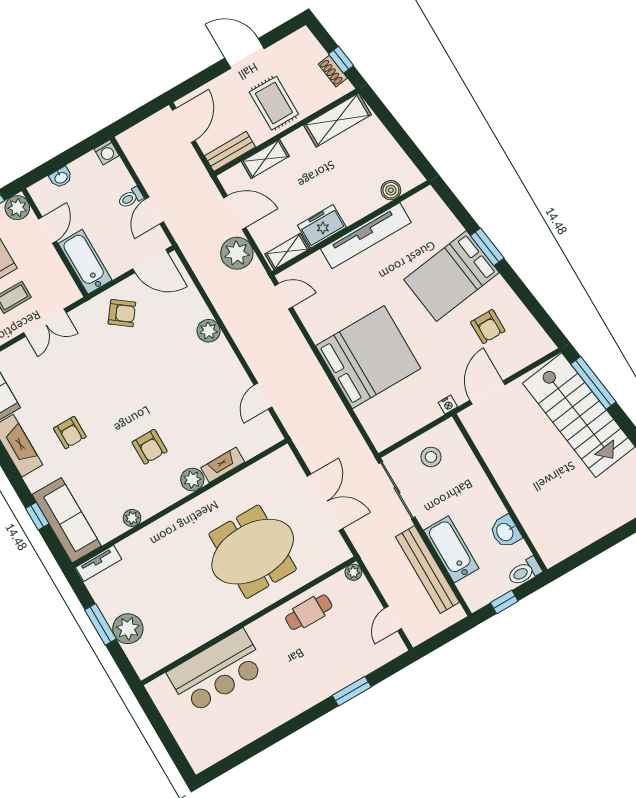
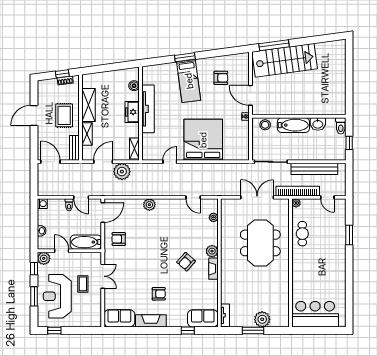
rug: (274, 103) -> (64, 115), turned 90
shelving: (337, 120) -> (88, 105), moved
freezer: (322, 226) -> (132, 112), moved
bed: (451, 276) -> (189, 81), width x0.67
door: (284, 296) -> (170, 162), moved
armchair: (122, 313) -> (119, 239), turned -127
armchair: (150, 447) -> (186, 262), turned 132
stool: (431, 457) -> (265, 125), moved
fireplace: (223, 465) -> (213, 269), moved
plant: (132, 518) -> (213, 217), moved
sofa: (67, 520) -> (203, 318), width x0.73
bathtub: (451, 549) -> (293, 125), moved, turned 180
bookcase: (375, 563) -> (298, 191), added
bar counter: (217, 671) -> (315, 314), moved, turned -90

